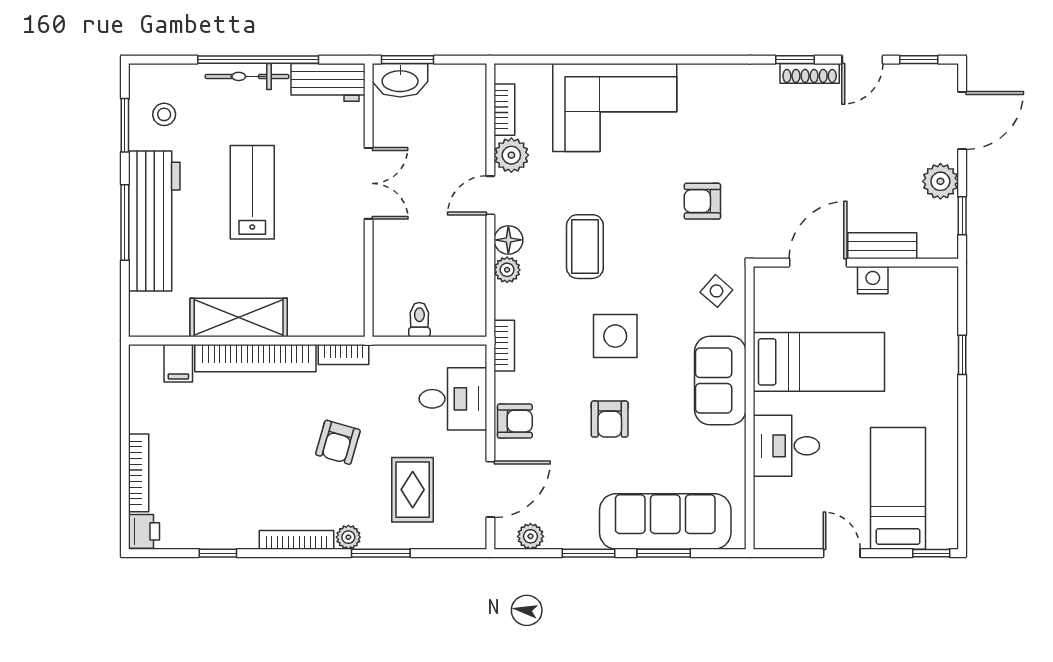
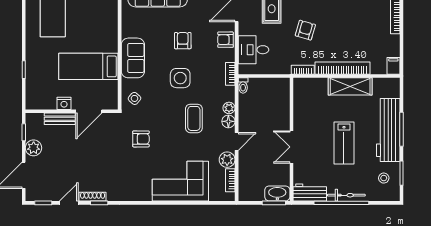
toilet: (419, 320) -> (243, 85), moved
filing cabinet: (178, 363) -> (393, 66), moved
desk: (786, 446) -> (103, 29), removed

